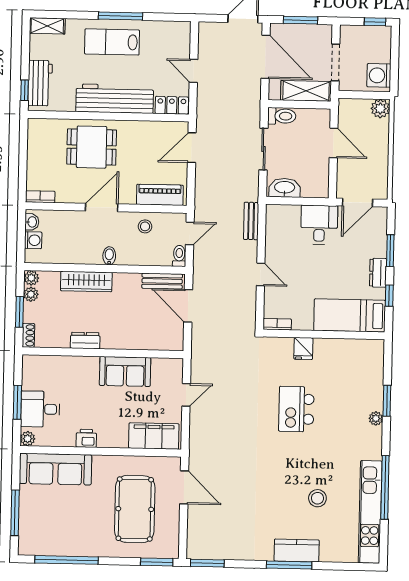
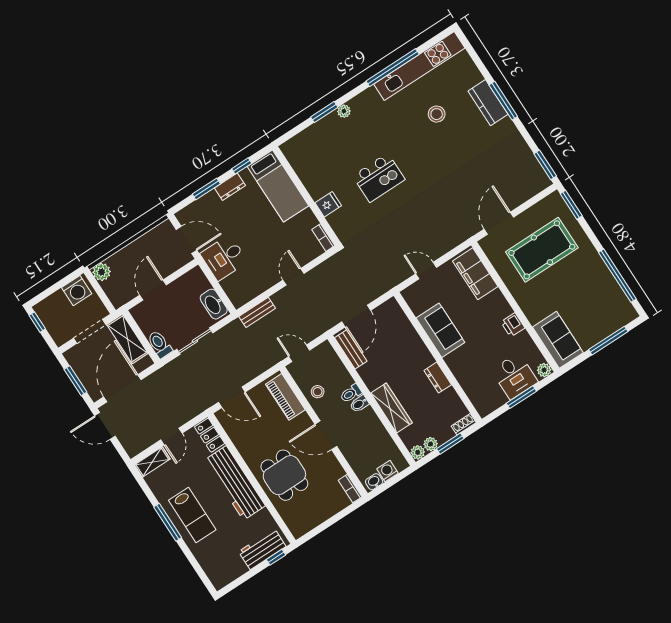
shelving: (47, 26) -> (152, 462), moved, turned 90
toilet: (179, 256) -> (351, 393), moved
sofa: (55, 469) -> (558, 340), width x0.73

